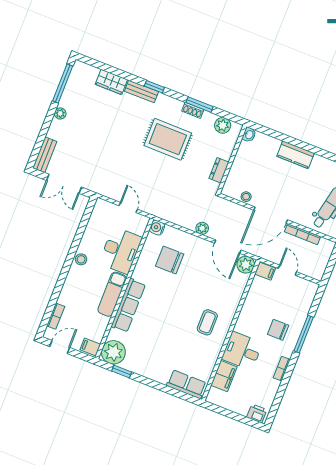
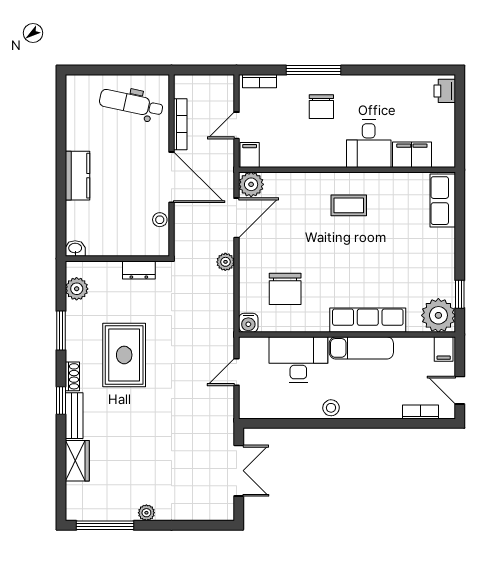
shoe rack: (193, 110) -> (72, 376), moved
bench: (45, 155) -> (210, 512), removed
bookcase: (282, 369) -> (260, 81), moved

